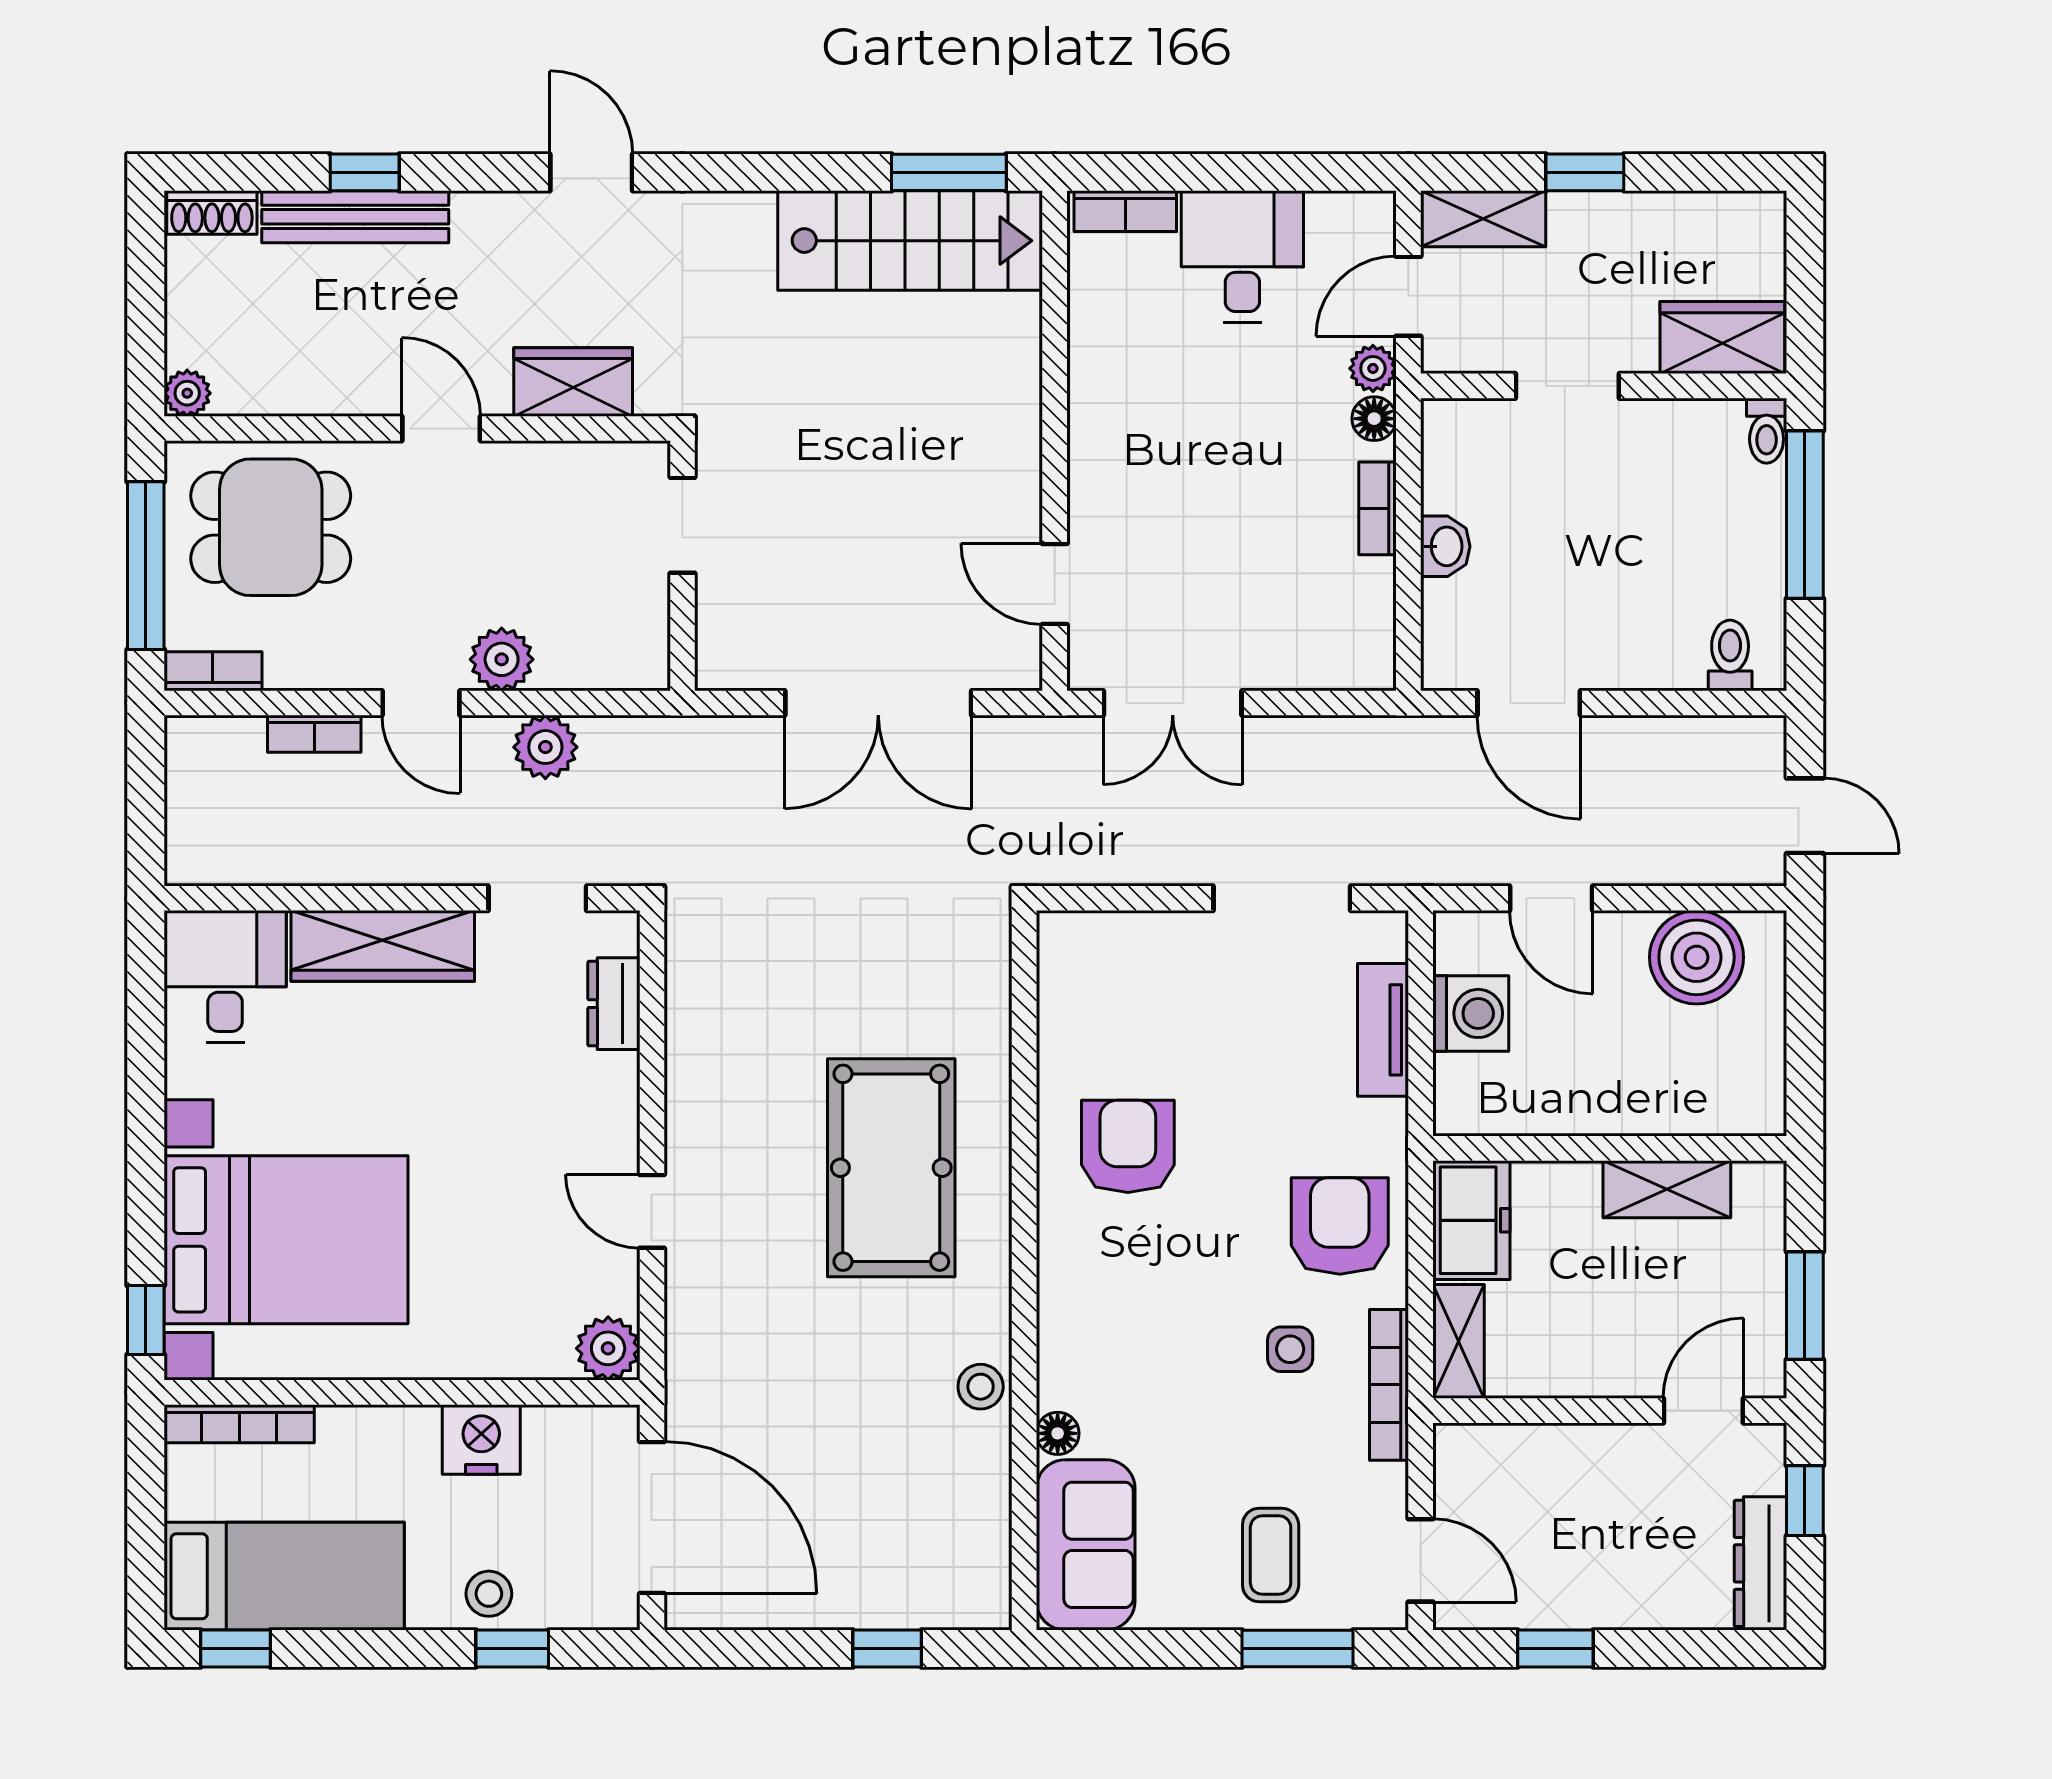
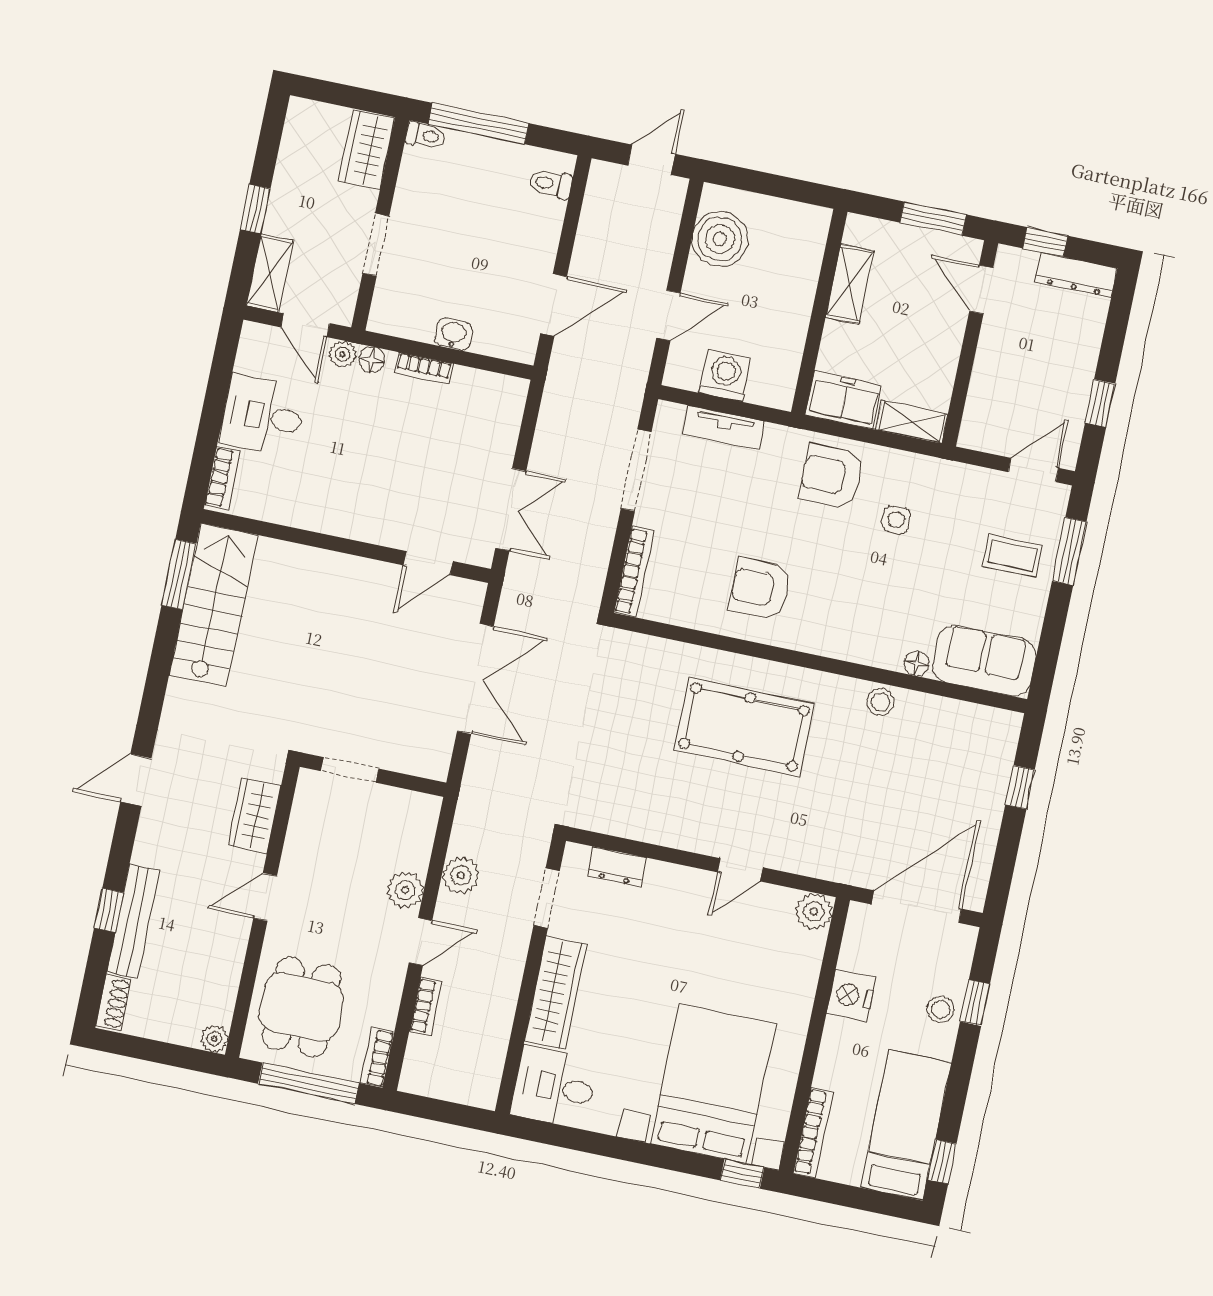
bookcase: (1389, 1385) -> (634, 572), moved, turned -90

